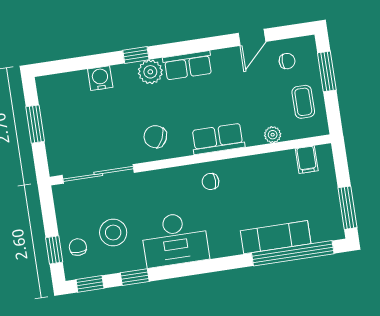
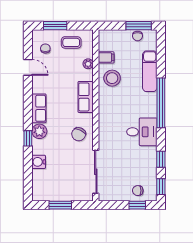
filing cabinet: (307, 160) -> (106, 57), moved
chair: (210, 181) -> (137, 36), moved
stool: (113, 233) -> (112, 78), moved
desk: (175, 239) -> (142, 132), width x0.73
window: (293, 253) -> (161, 103), moved

